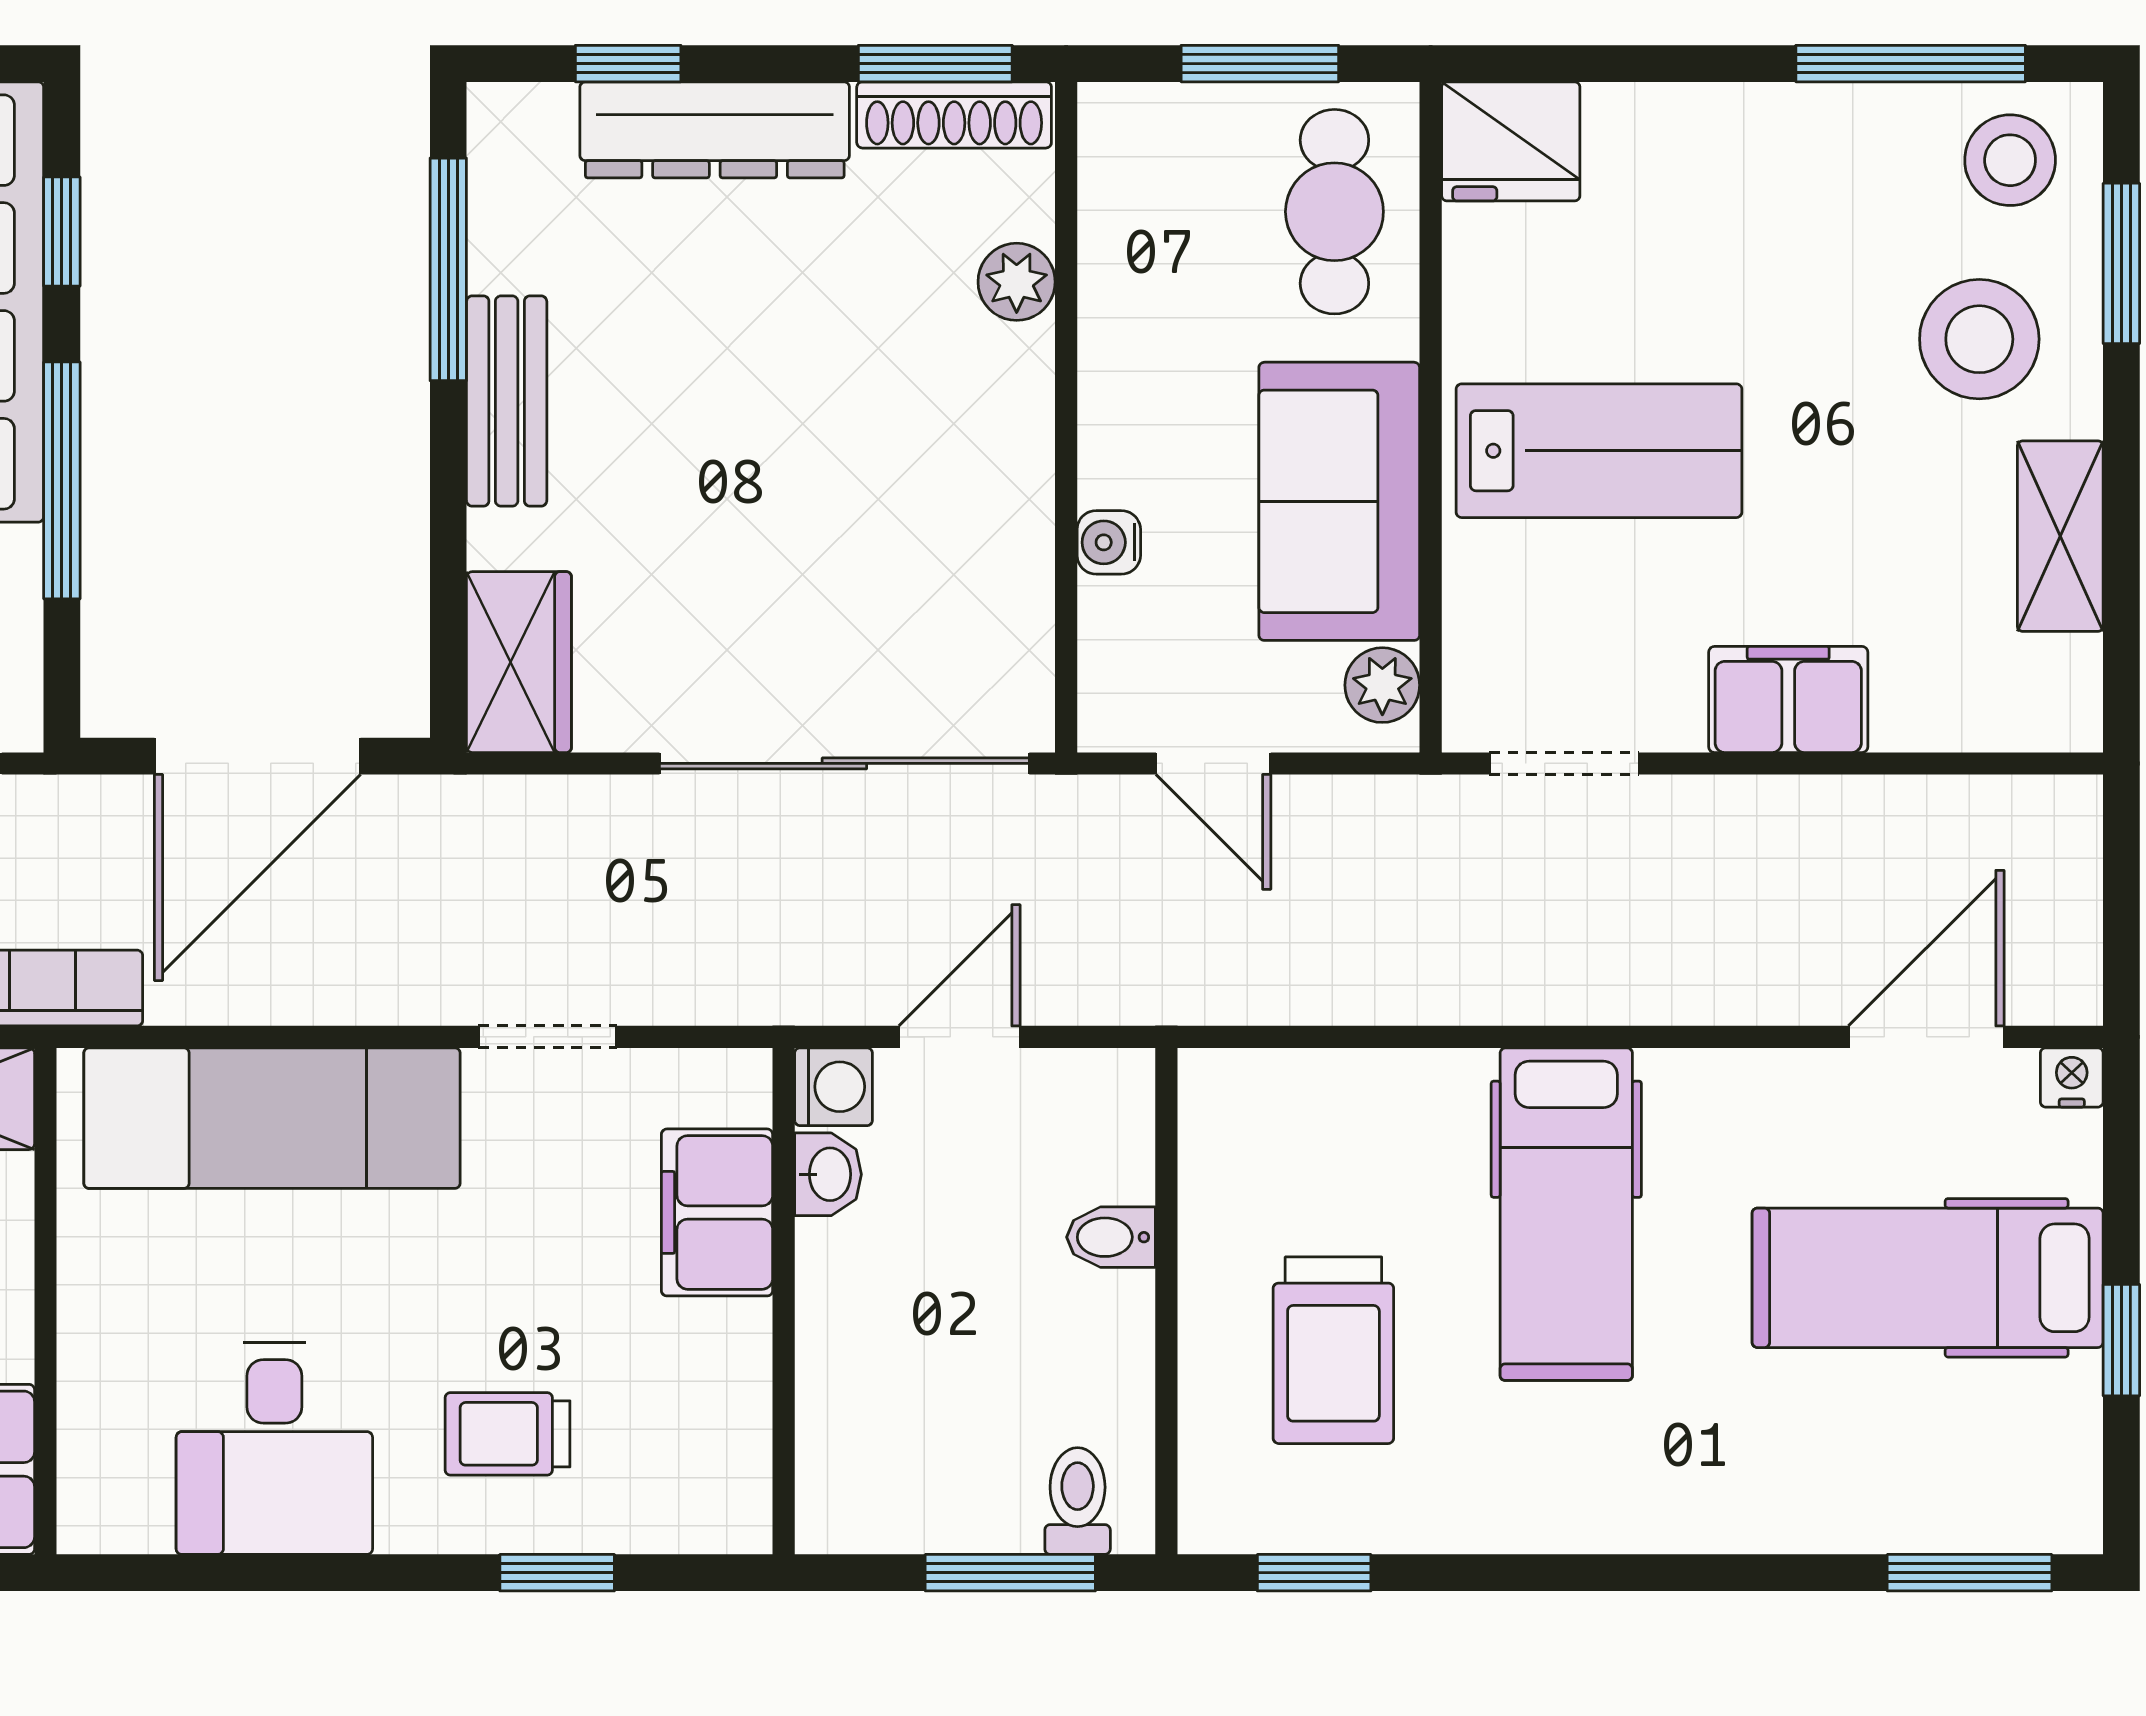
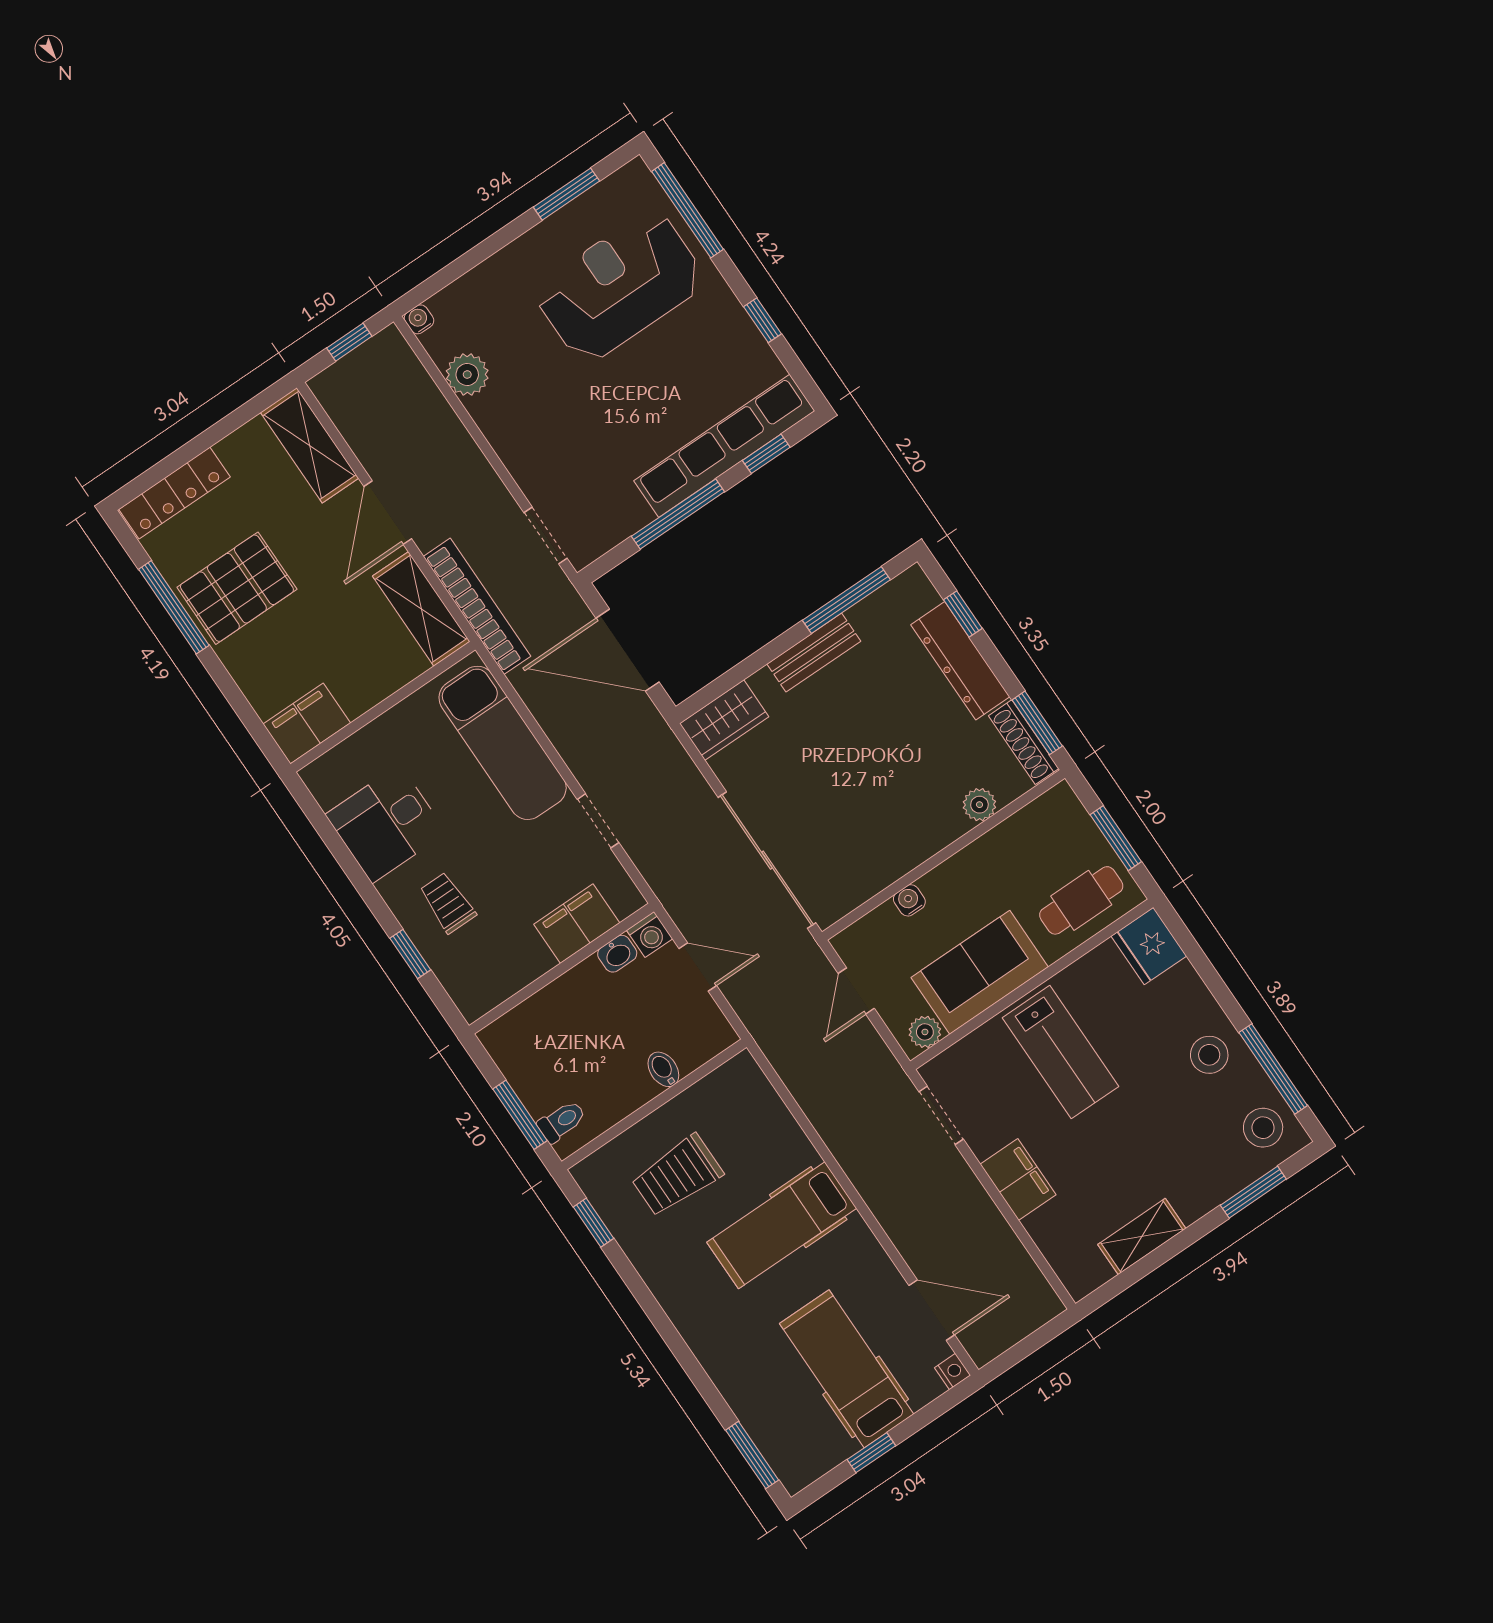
stool: (1979, 339) -> (1209, 1055), moved, width x0.73, depth x0.73

